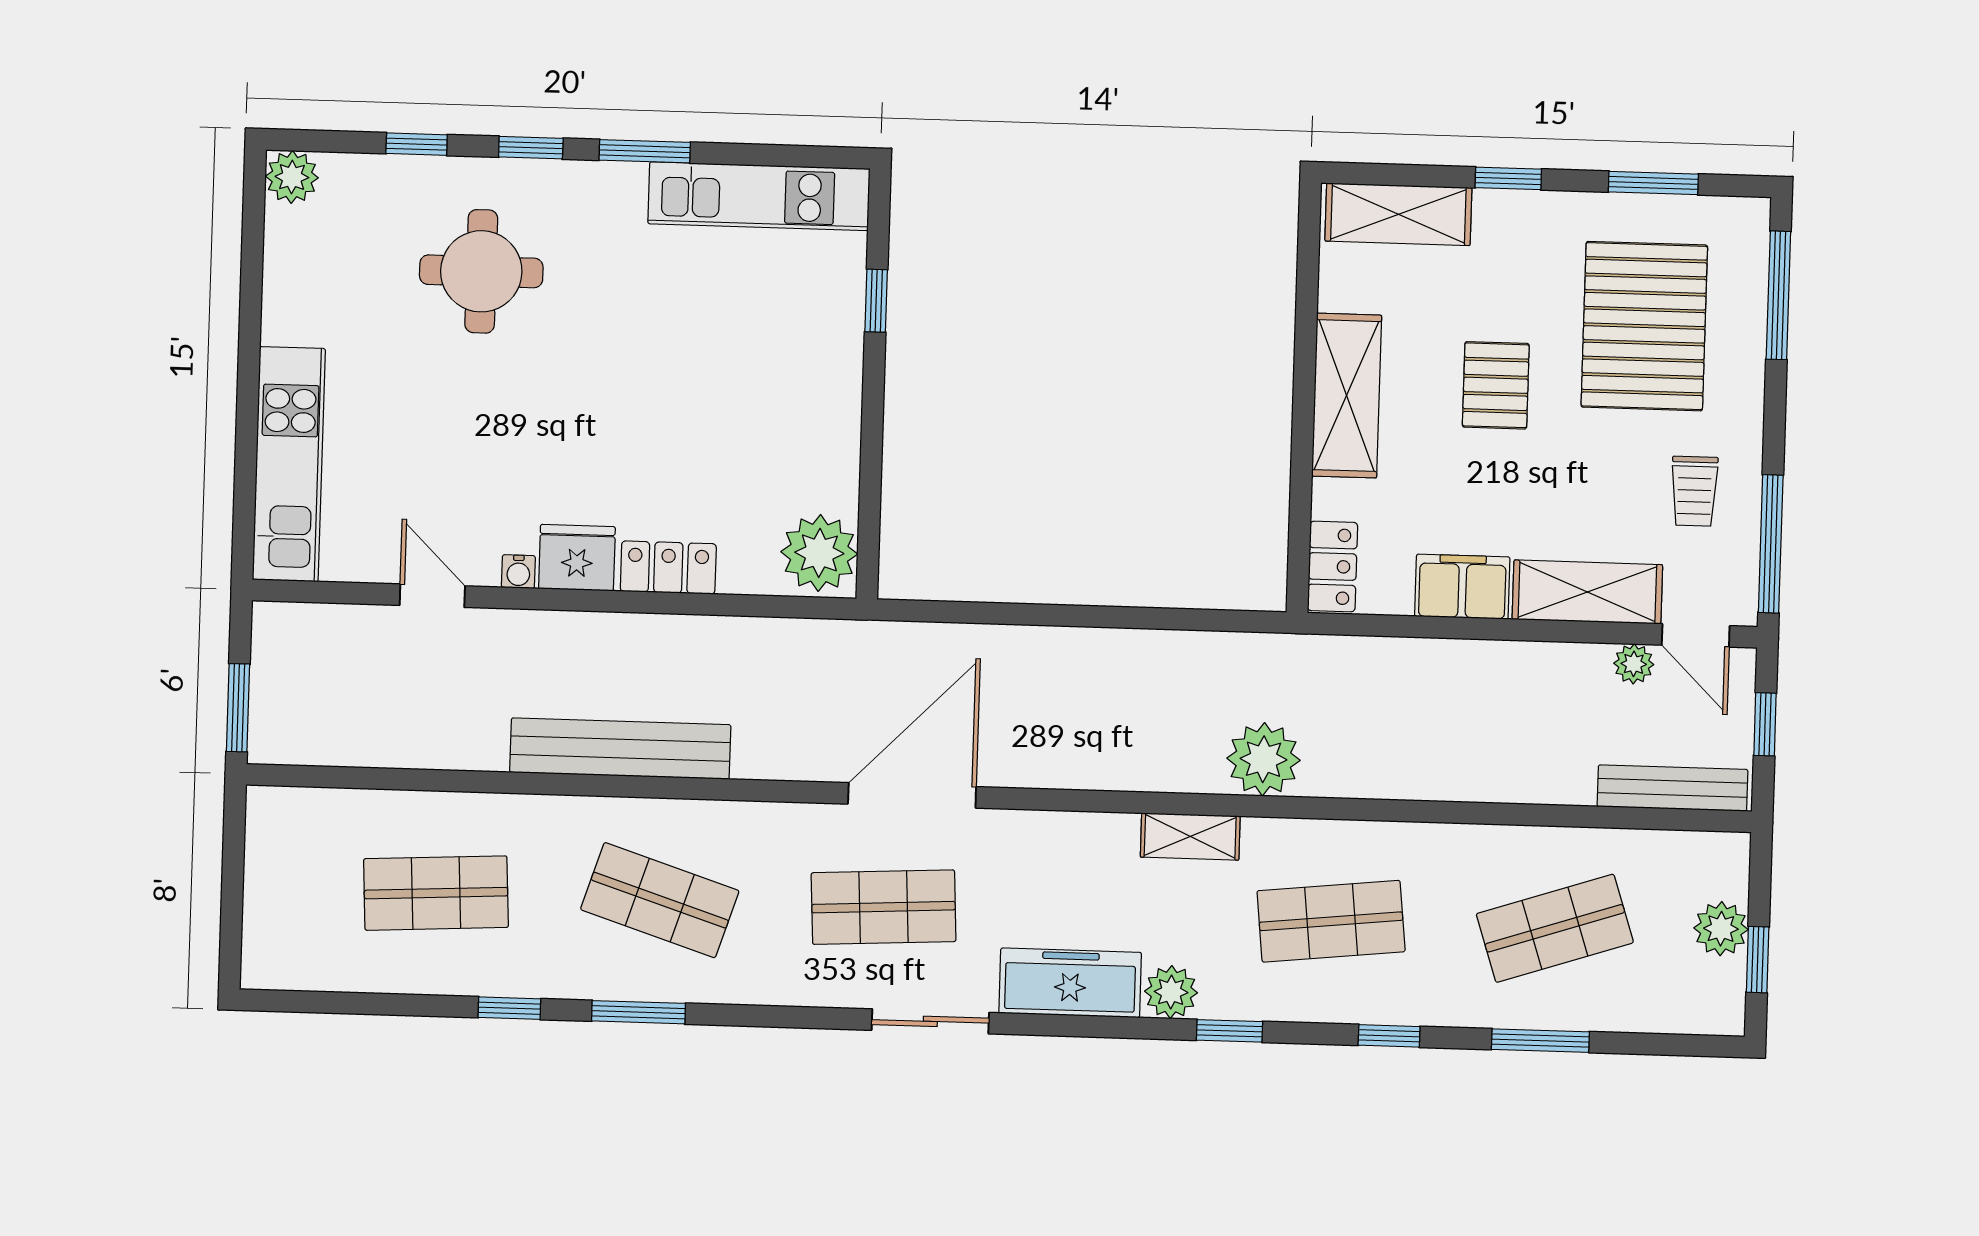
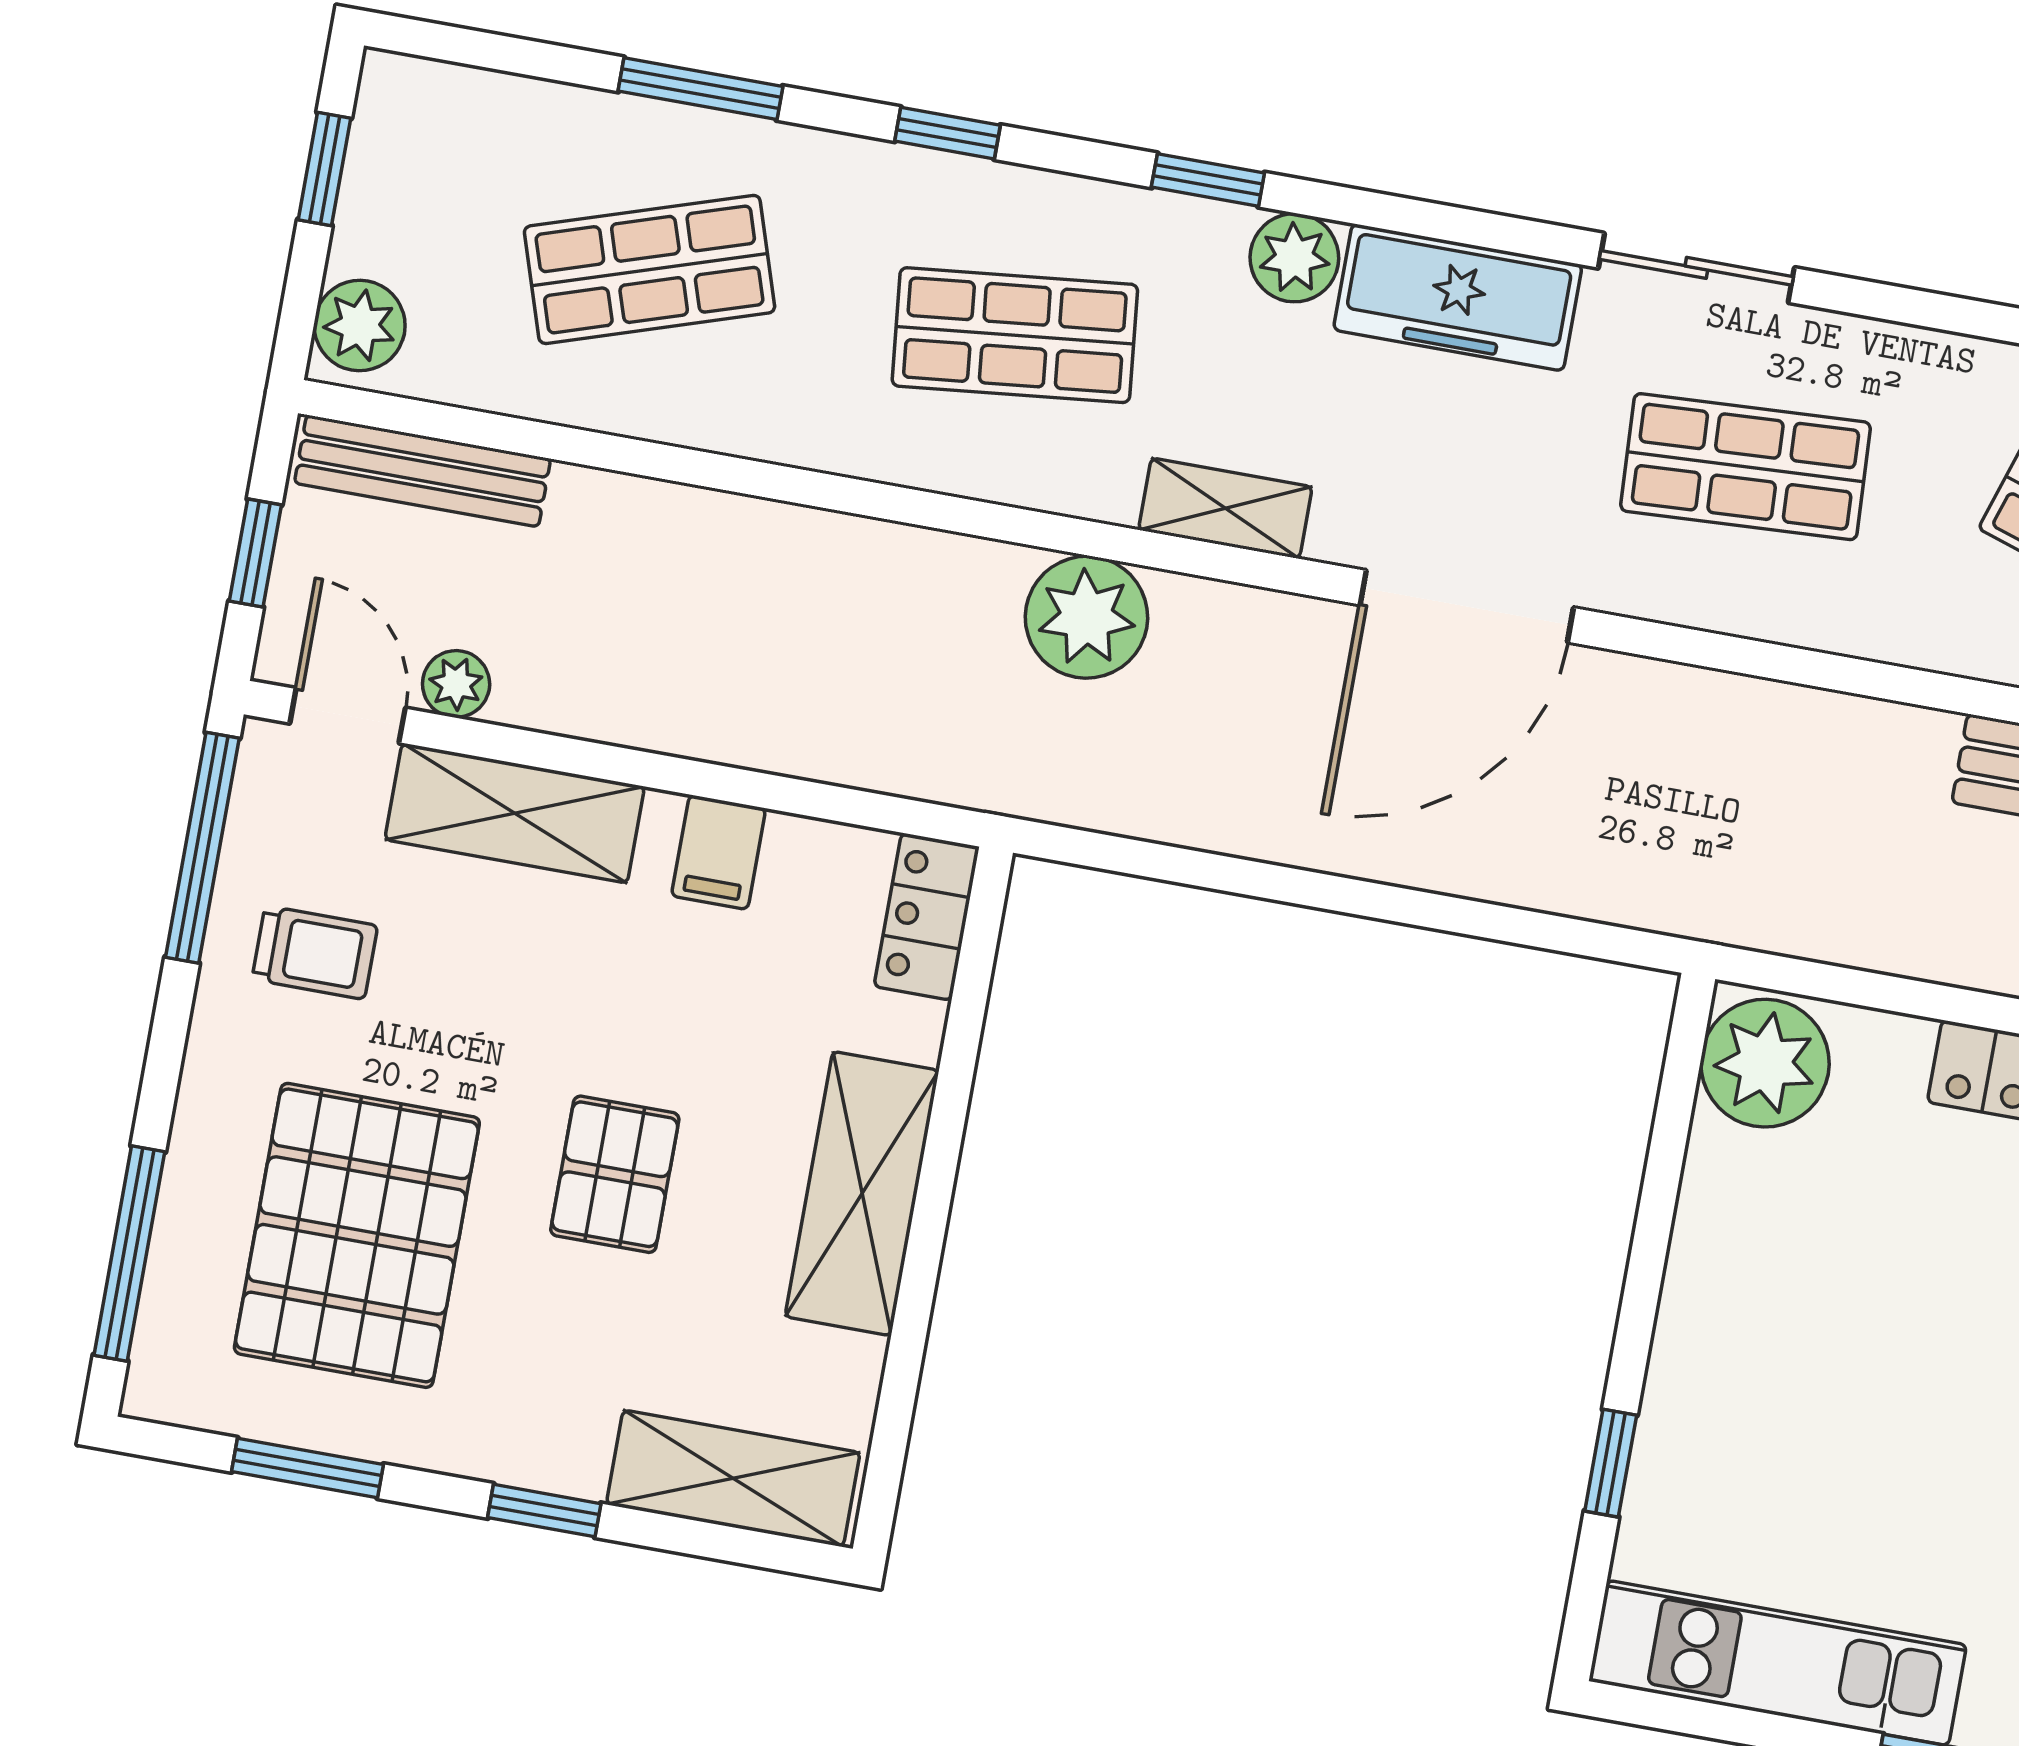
trolley: (1694, 491) -> (315, 952), turned 90
filing cabinet: (1462, 587) -> (719, 852), width x0.50
door: (912, 795) -> (1467, 606), moved
plant: (1721, 929) -> (360, 326), moved

